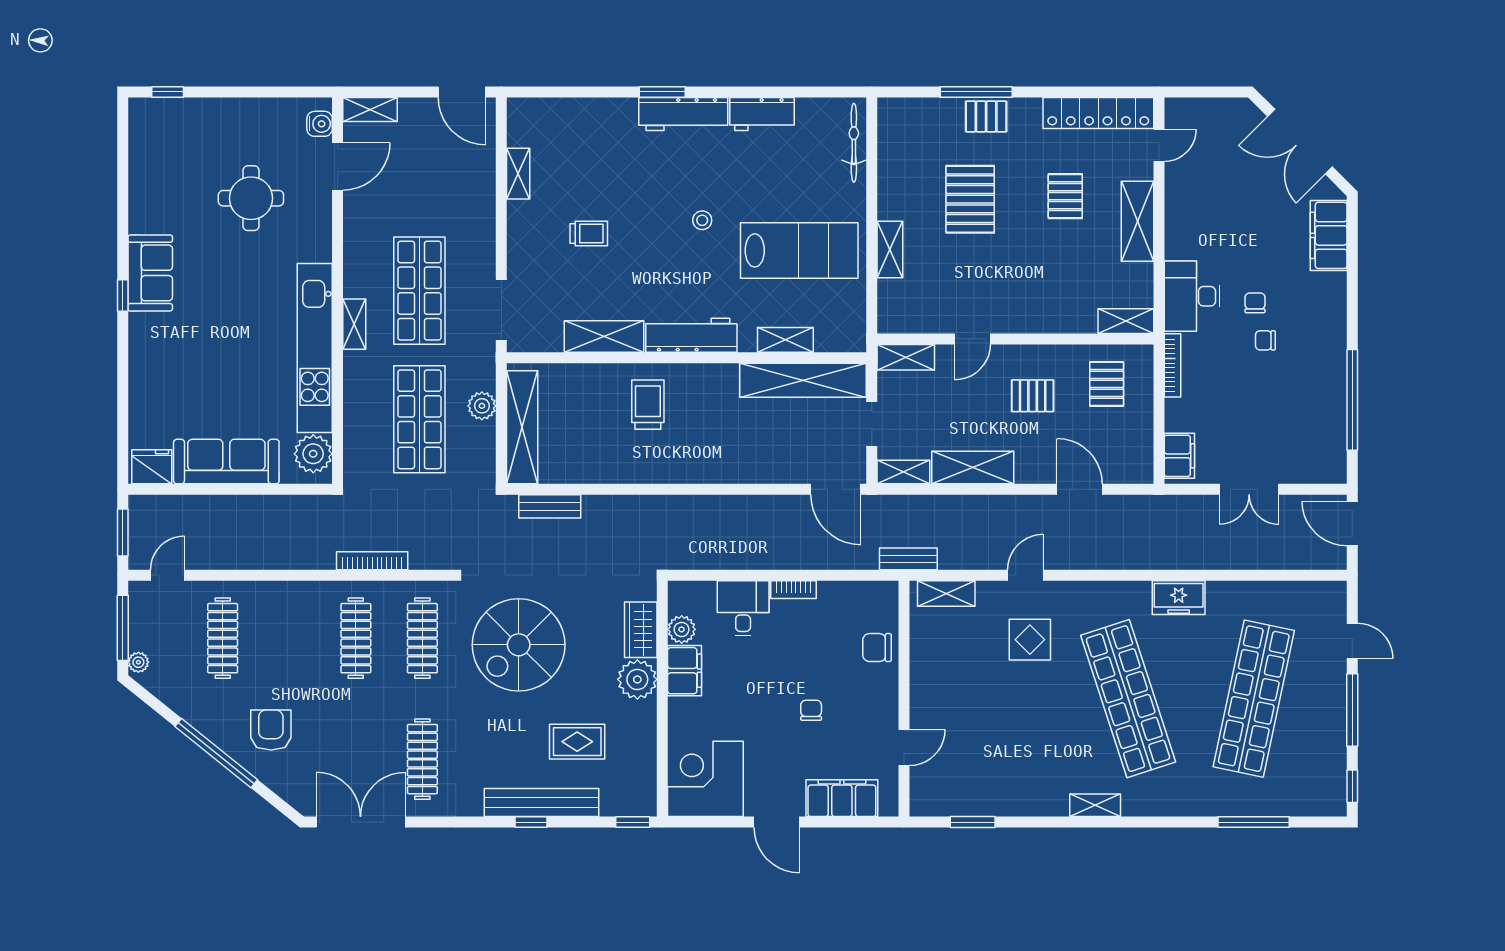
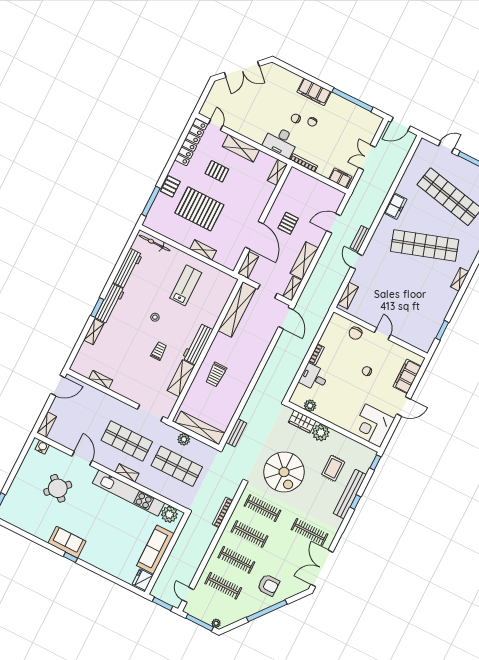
window: (976, 92) -> (151, 201), moved
workbench: (762, 114) -> (128, 268), width x1.38
door: (338, 166) -> (82, 458), moved
round table: (251, 198) -> (58, 488), turned 45
pallet: (970, 199) -> (199, 209), width x1.37, depth x1.41
trolley: (589, 234) -> (159, 351), moved
filing cabinet: (1329, 235) -> (314, 92), moved
lab bench: (799, 250) -> (186, 285), width x0.73, depth x0.72
door: (972, 339) -> (254, 235), width x1.88
shelving: (785, 340) -> (94, 332), moved
pallet: (1107, 384) -> (298, 192), removed
trolley: (648, 405) -> (216, 375), turned -90
door: (836, 489) -> (286, 318), hinge flipped
double door: (1249, 489) -> (367, 157), swing flipped
bench: (908, 559) -> (360, 239), moved
clothes rail: (289, 638) -> (236, 560), added
display table: (1030, 640) -> (382, 272), removed
filing cabinet: (685, 671) -> (327, 413), removed
armchair: (271, 730) -> (268, 585), turned 180
door: (904, 748) -> (382, 334), moved

